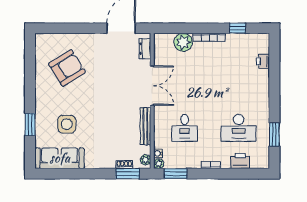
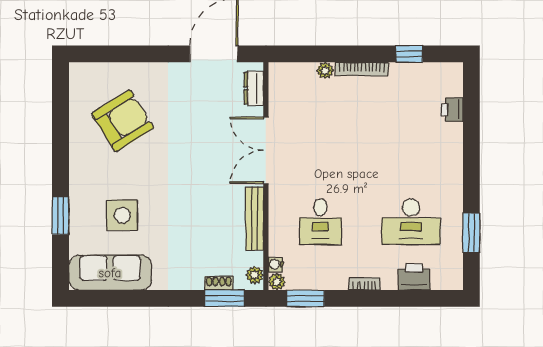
plant: (183, 42) -> (325, 70), width x0.53, depth x0.53
double door: (152, 86) -> (266, 150), swing flipped

